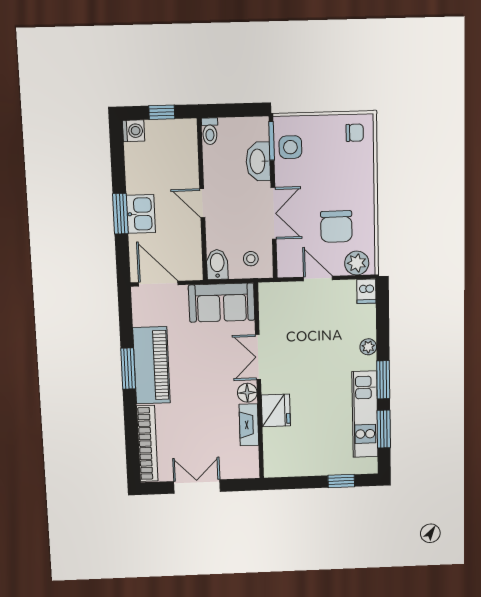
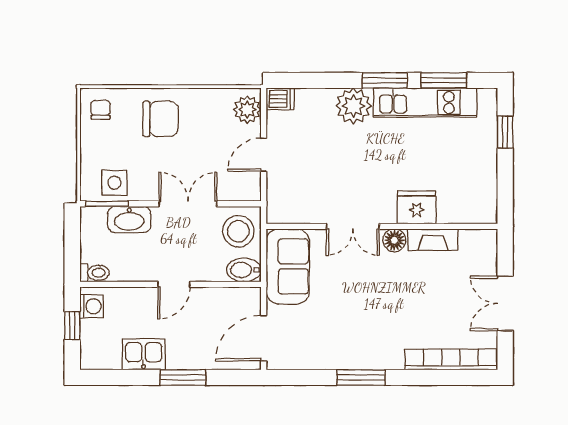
washing machine: (133, 131) -> (92, 306), moved, turned 90
kitchen sink: (141, 214) -> (144, 354), moved
chair: (336, 226) -> (161, 119), moved
stool: (251, 259) -> (238, 231), width x1.89, depth x1.89
plant: (368, 347) -> (353, 106), width x1.88, depth x1.88
piano: (152, 365) -> (358, 350), removed

